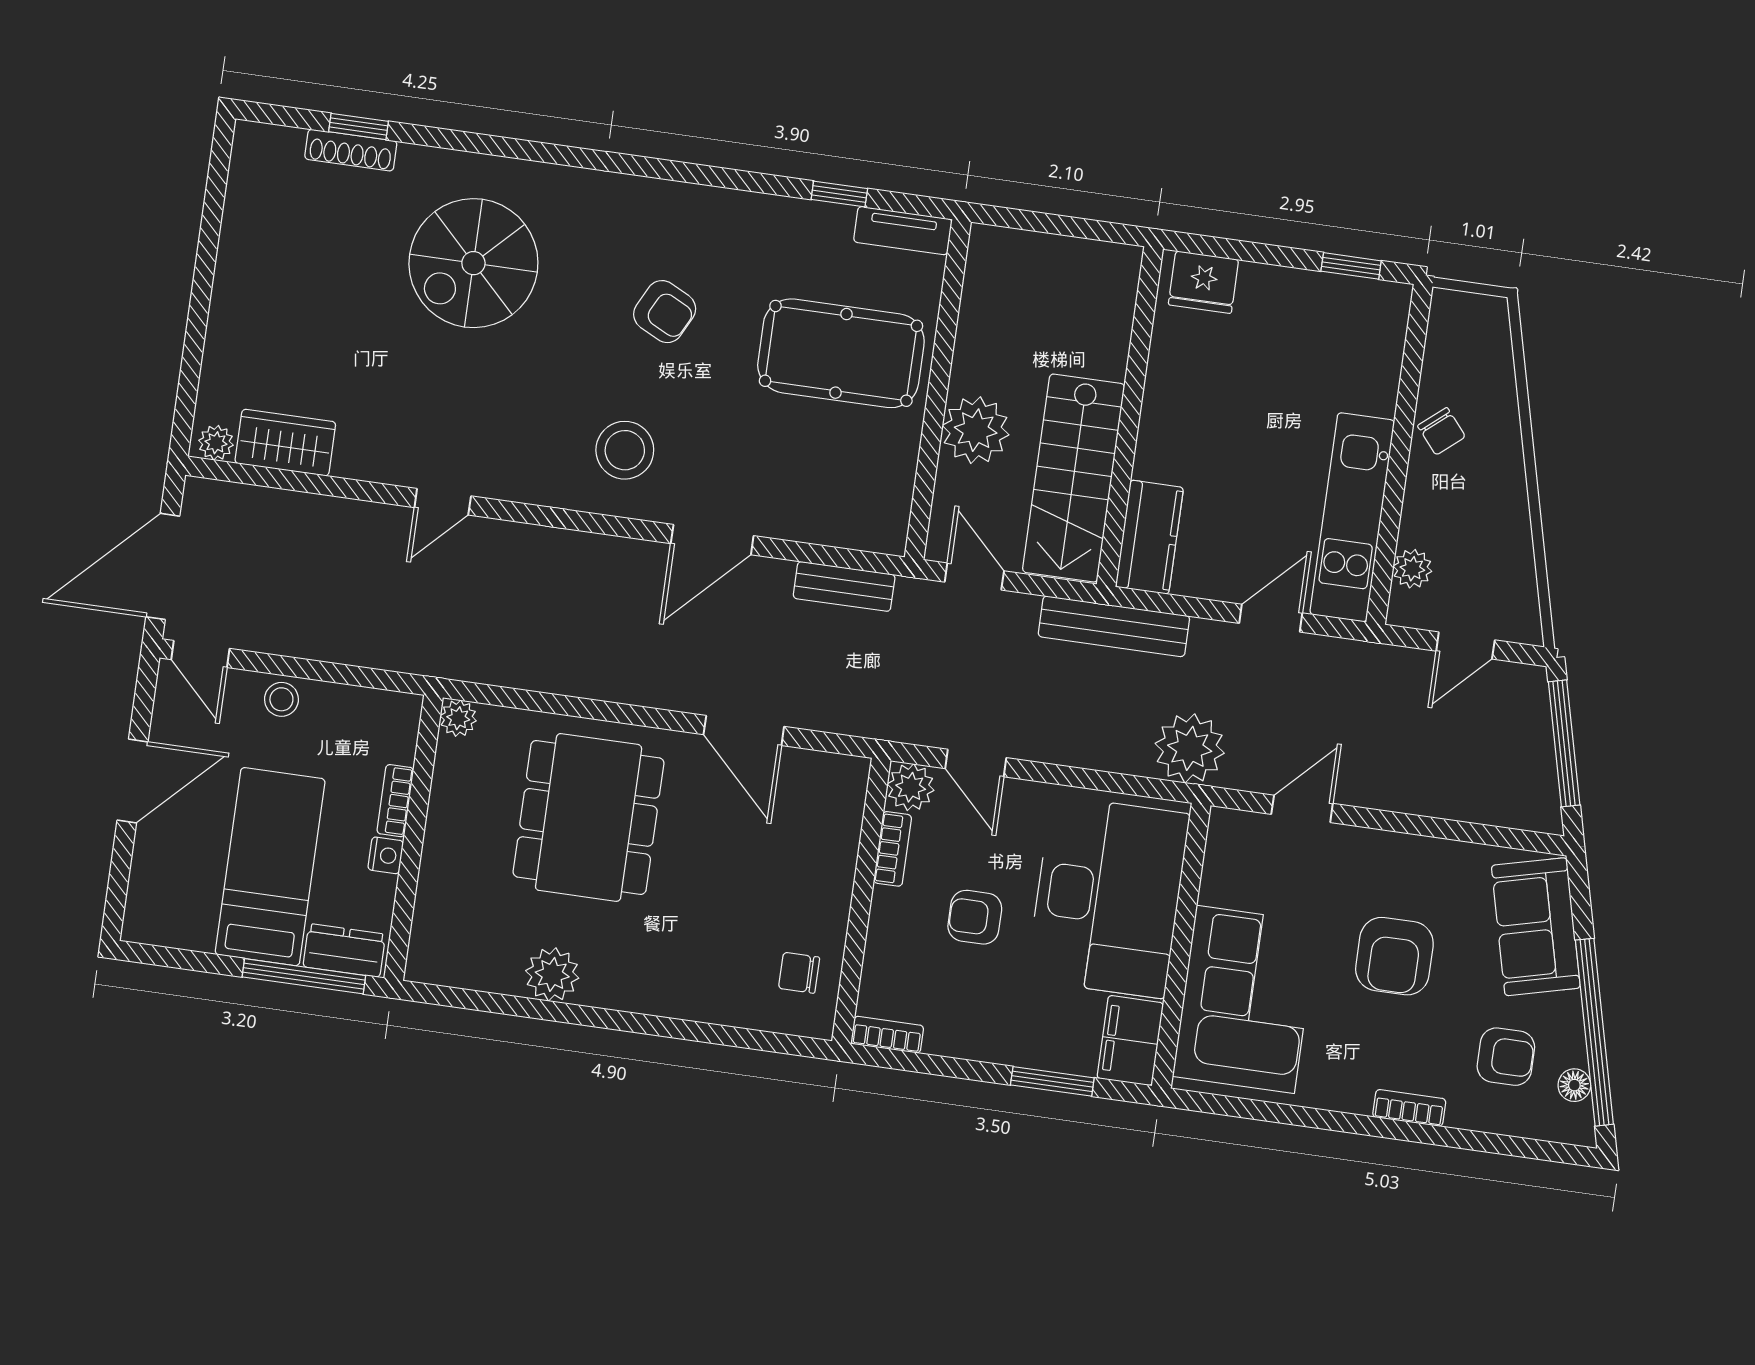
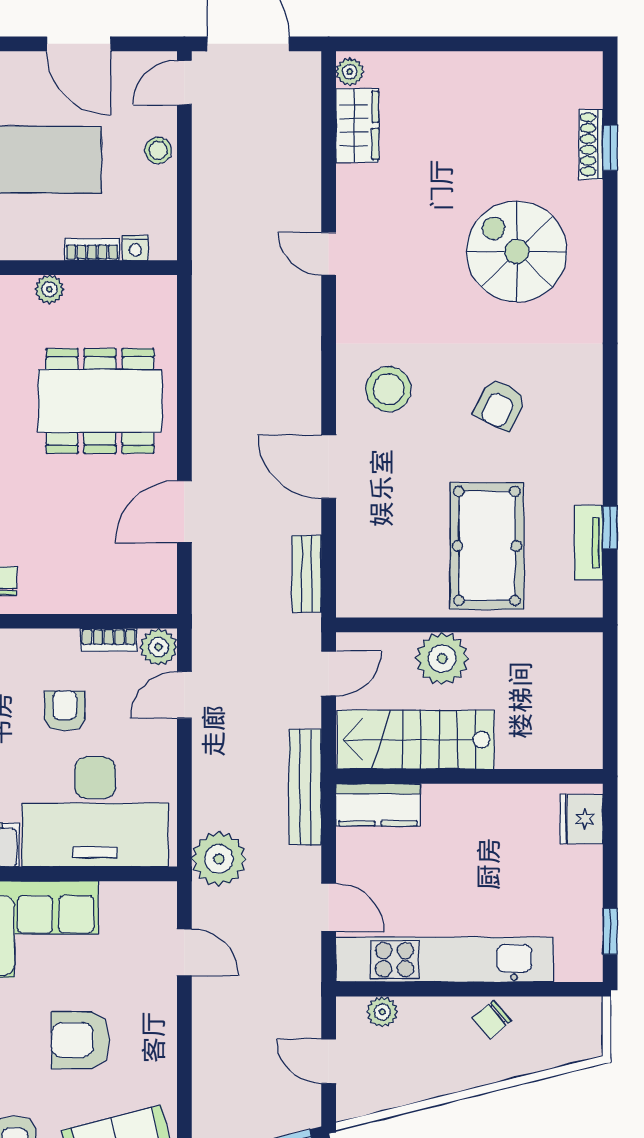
tv unit: (903, 231) -> (589, 543), moved
kitchen unit: (1352, 517) -> (445, 960), width x1.36
plant: (458, 718) -> (49, 289), moved
nightstand: (386, 855) -> (135, 248), moved

